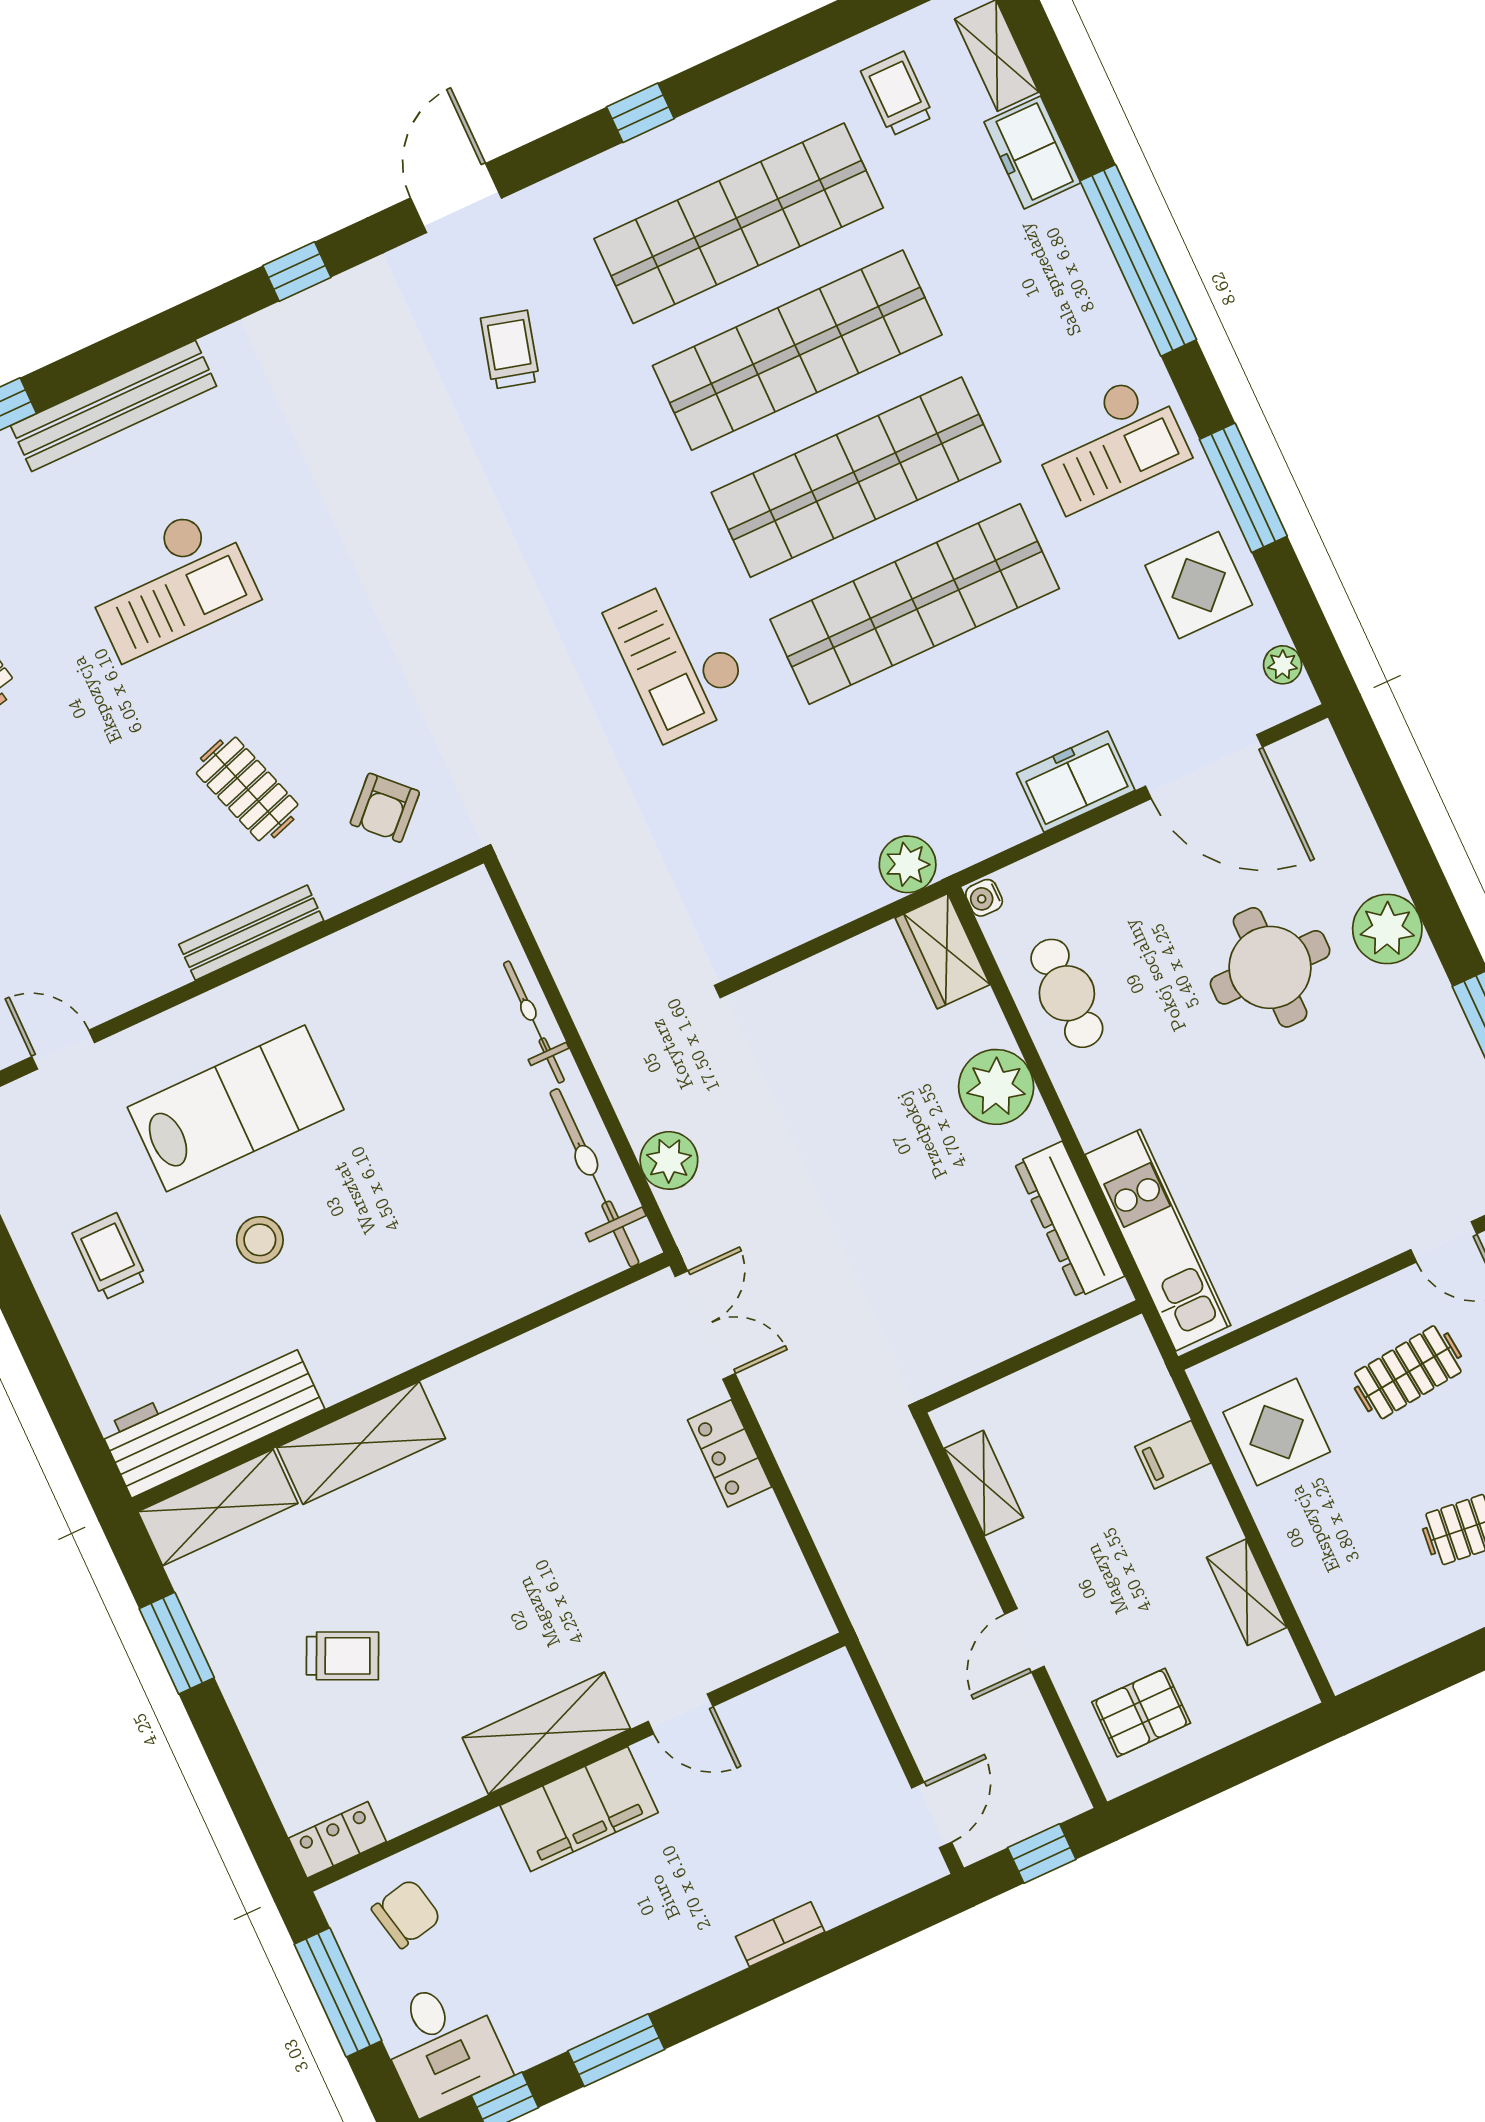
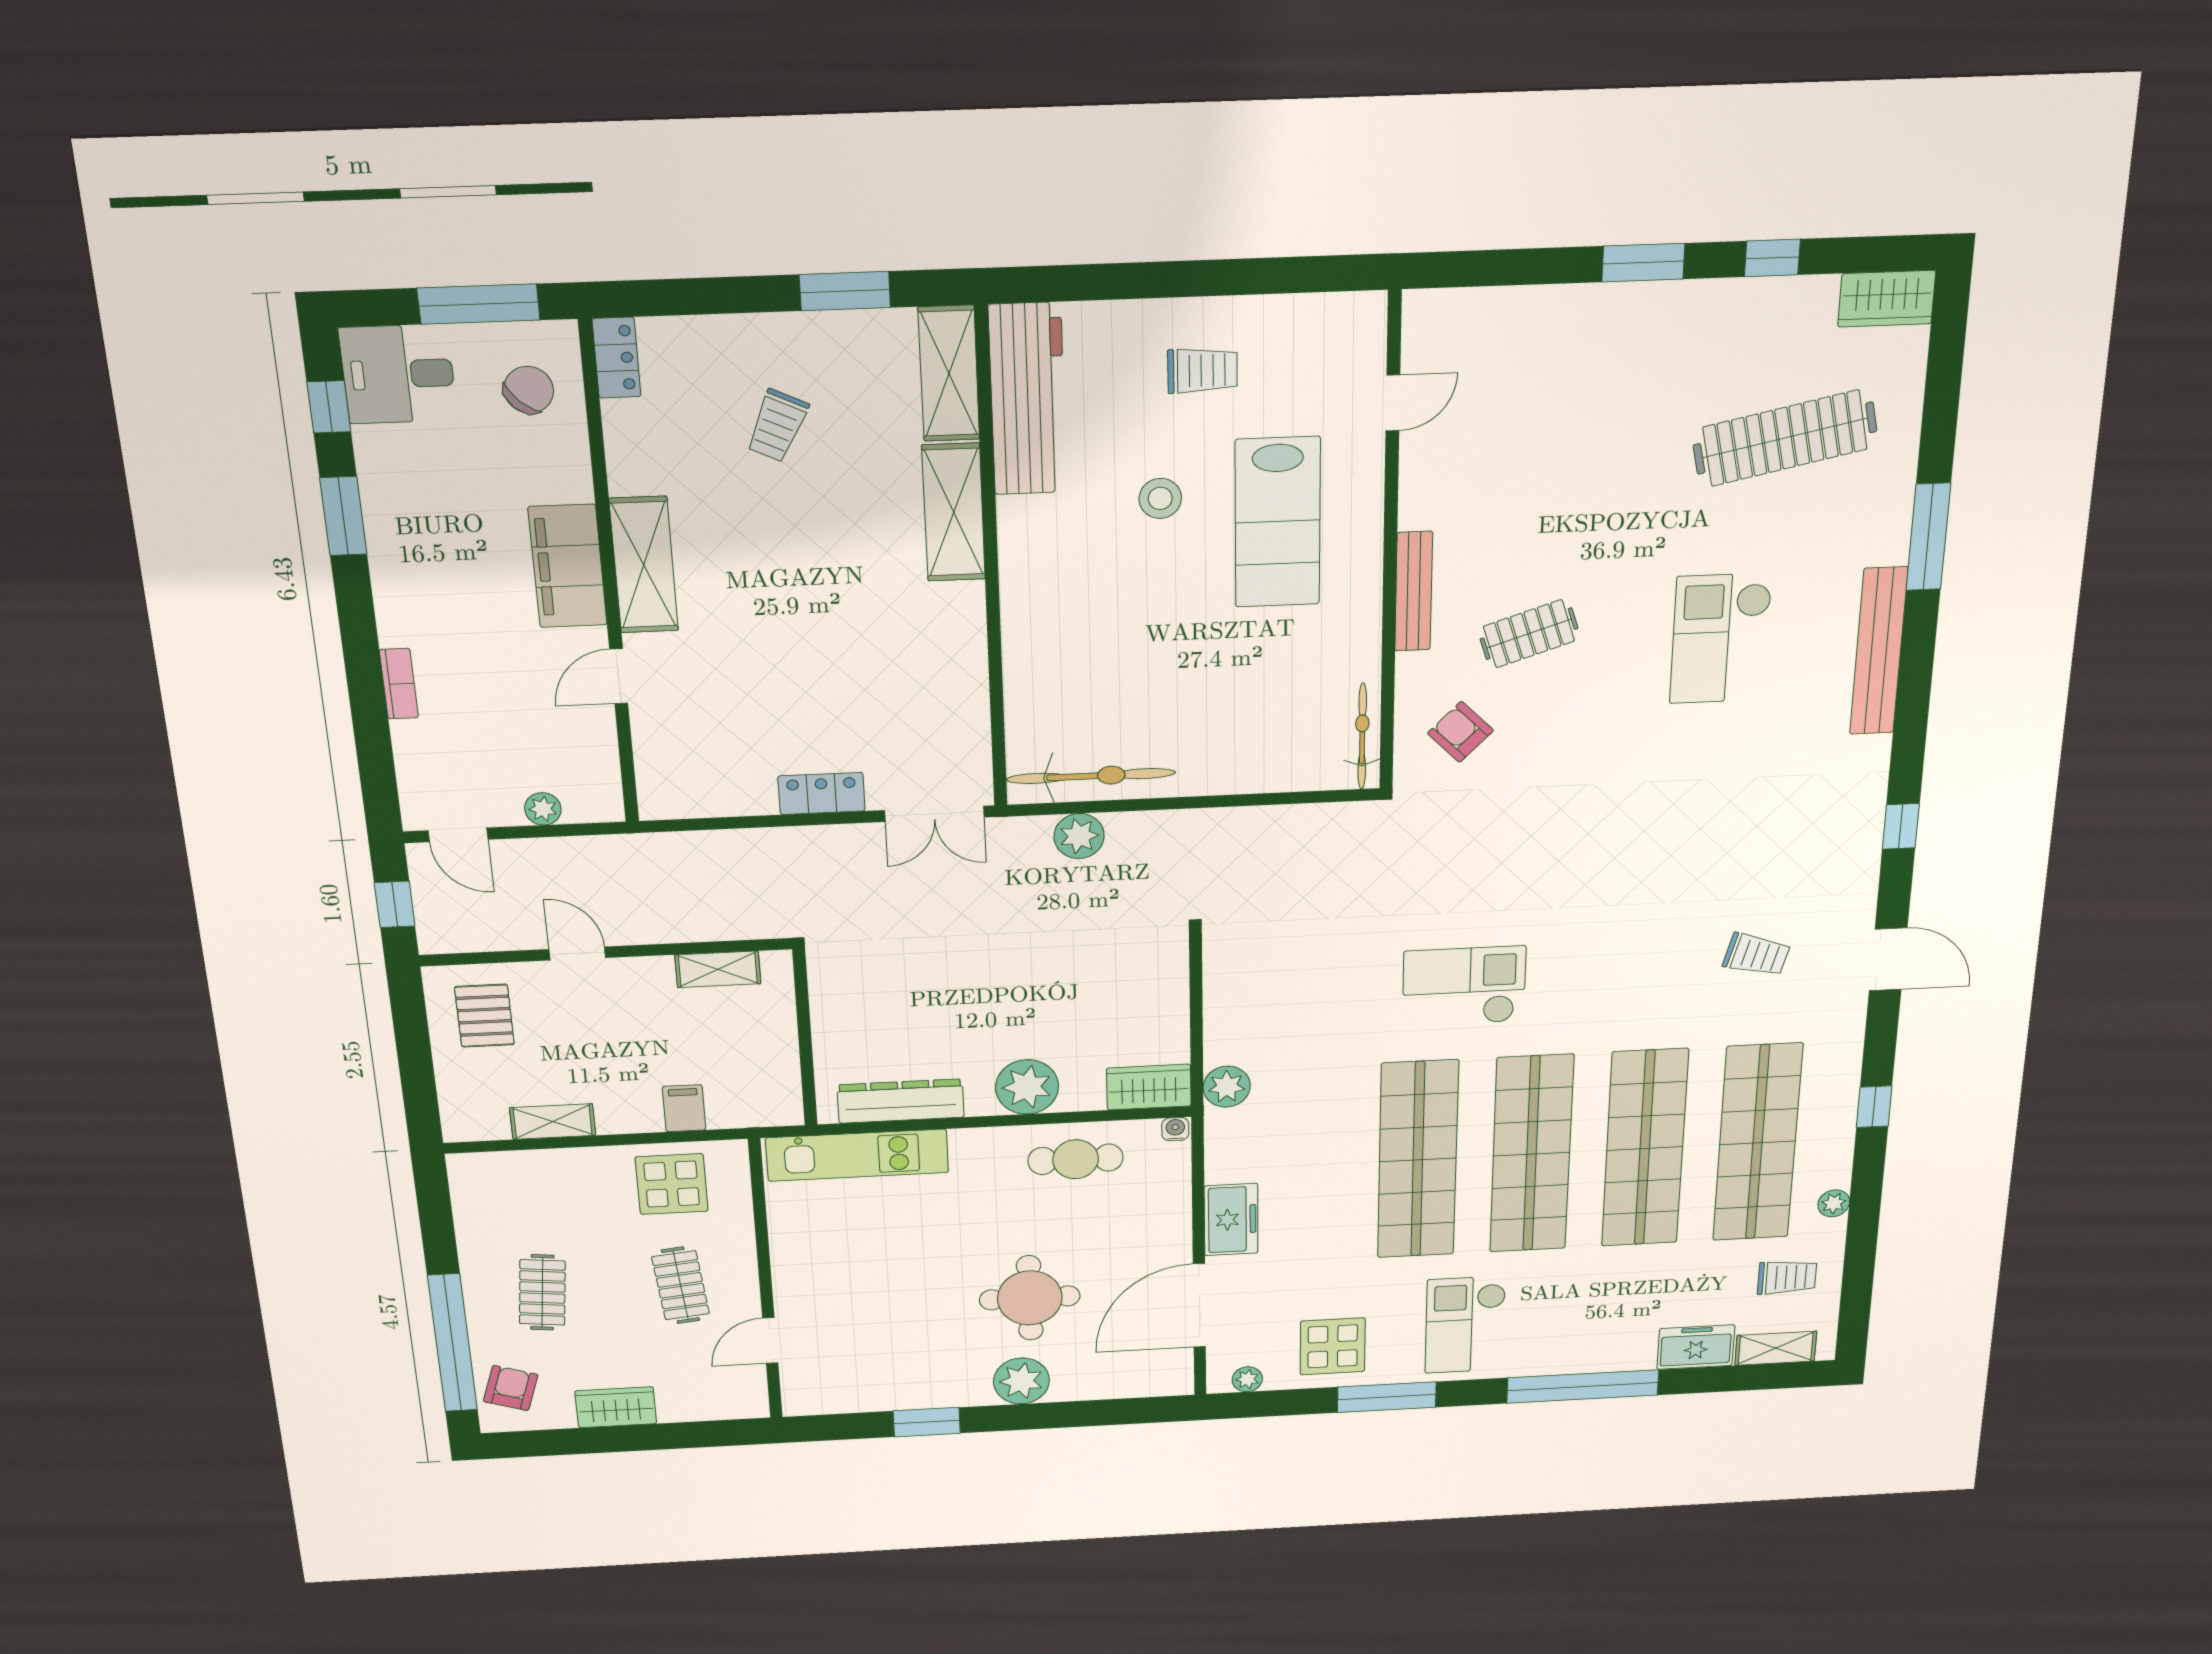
plant: (780, 92) -> (1834, 1203), added
bicycle: (534, 1022) -> (1362, 736), moved, turned -90
plant: (865, 1738) -> (543, 809), added
chair: (406, 1914) -> (529, 390), turned -125

